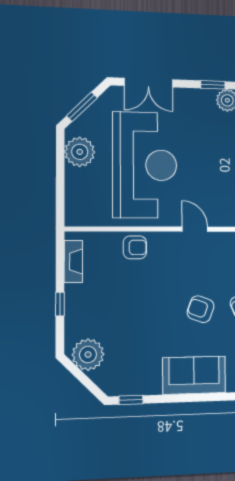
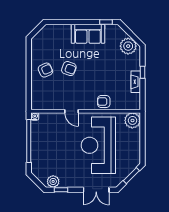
double door: (148, 83) -> (96, 190), swing flipped
plant: (80, 152) -> (132, 120), moved
fireplace: (73, 261) -> (136, 82), moved
sofa: (194, 375) -> (88, 34), moved

